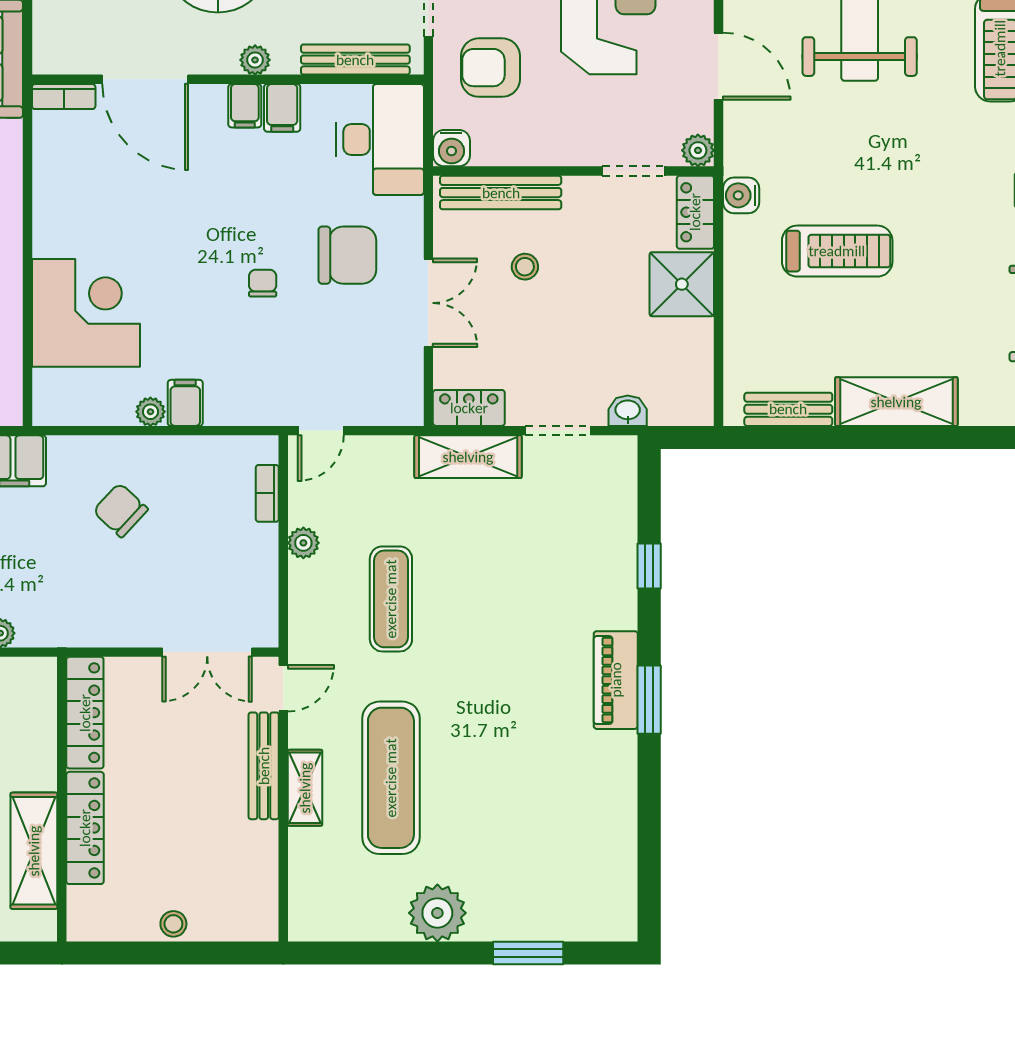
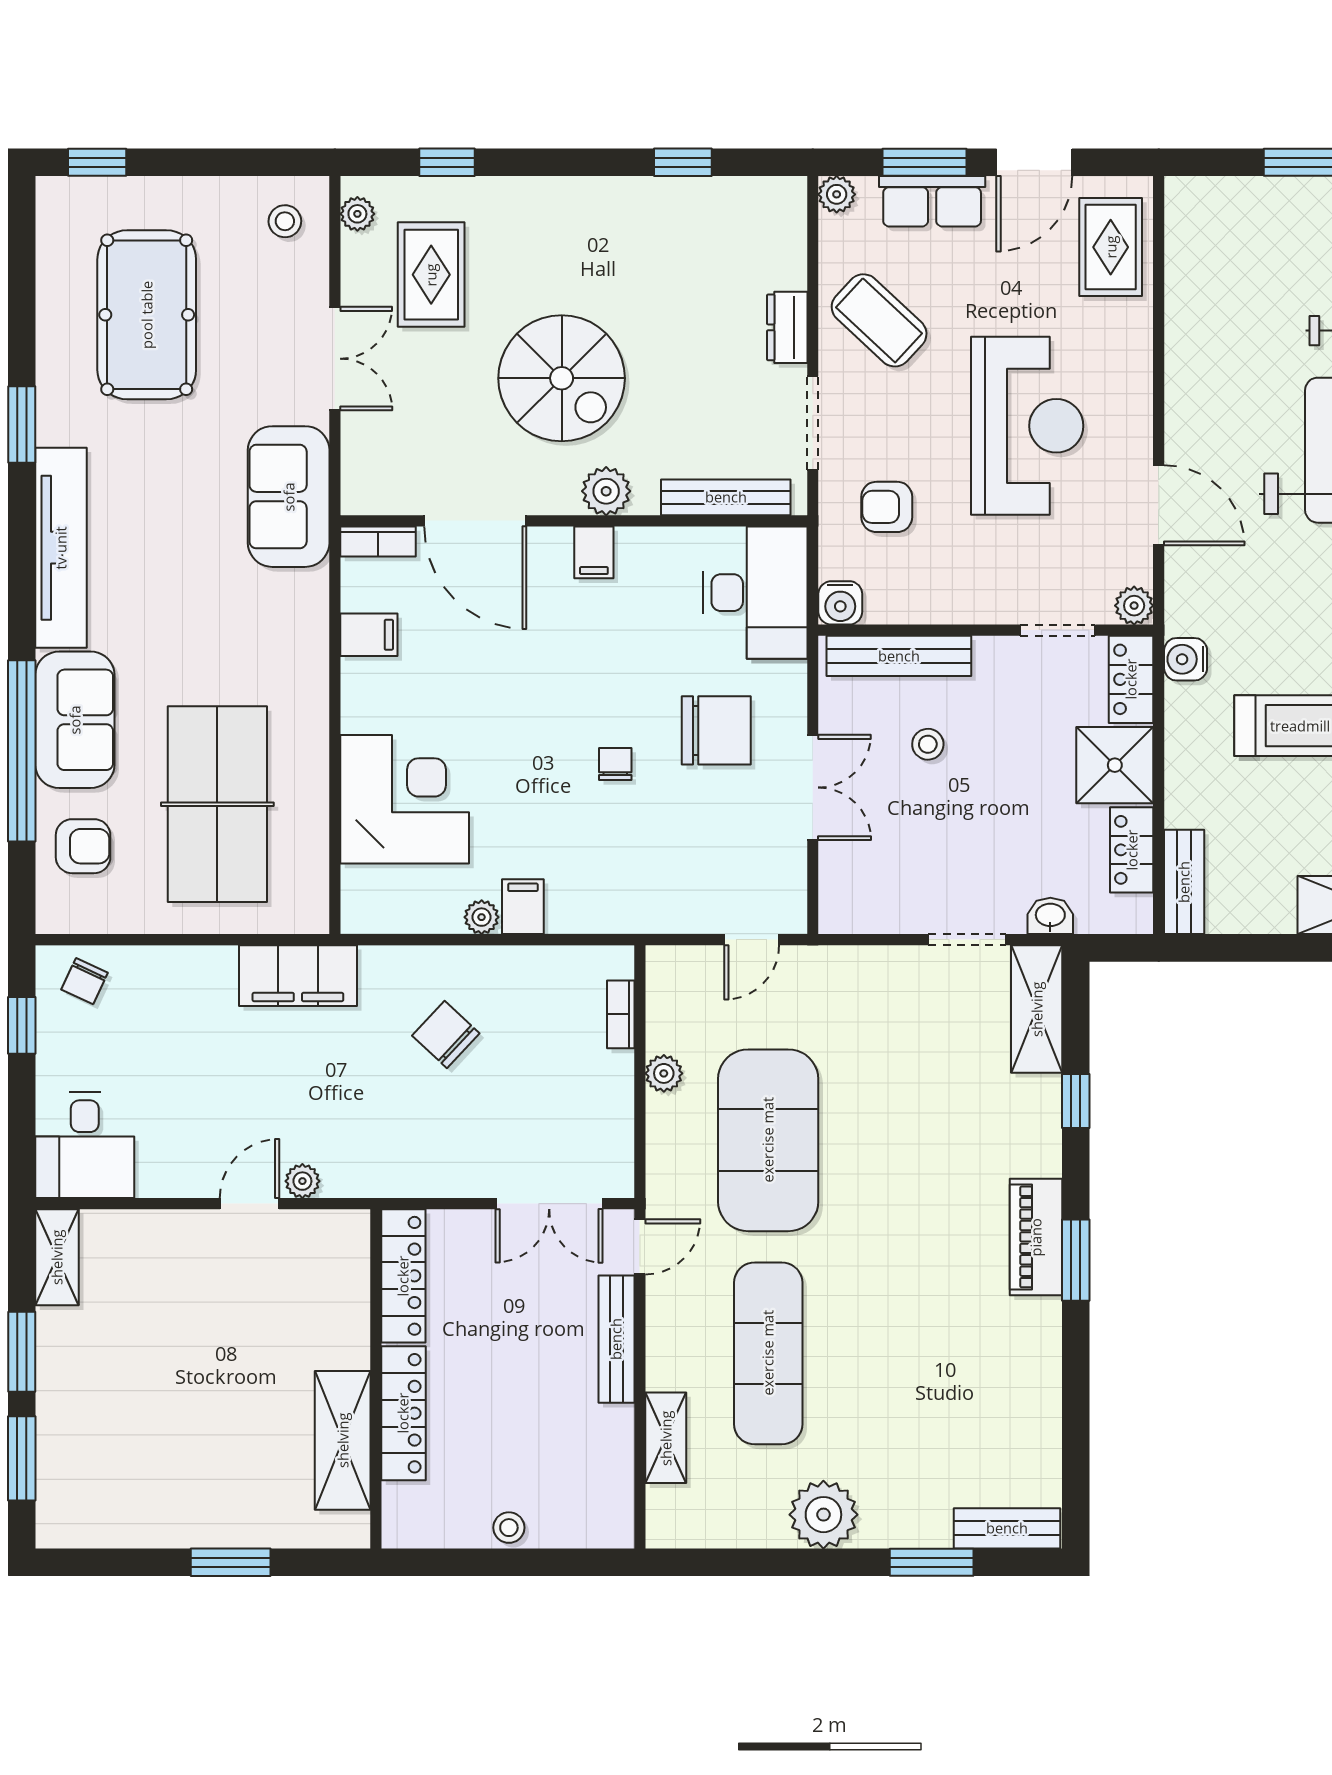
plant: (255, 60) -> (606, 491), width x1.38, depth x1.38
armchair: (490, 68) -> (887, 507), width x0.72, depth x0.72
filing cabinet: (282, 108) -> (369, 635), moved, turned -90
locker: (469, 408) -> (1132, 850), moved, turned -90
bench: (788, 409) -> (1184, 882), moved, turned 90
door: (321, 431) -> (752, 940), moved
shelving: (468, 457) -> (1037, 1009), moved, turned 90
exercise mat: (391, 599) -> (768, 1140), width x2.00, depth x1.45
shelving: (305, 788) -> (666, 1438), moved
bench: (591, 925) -> (1007, 1528), added

